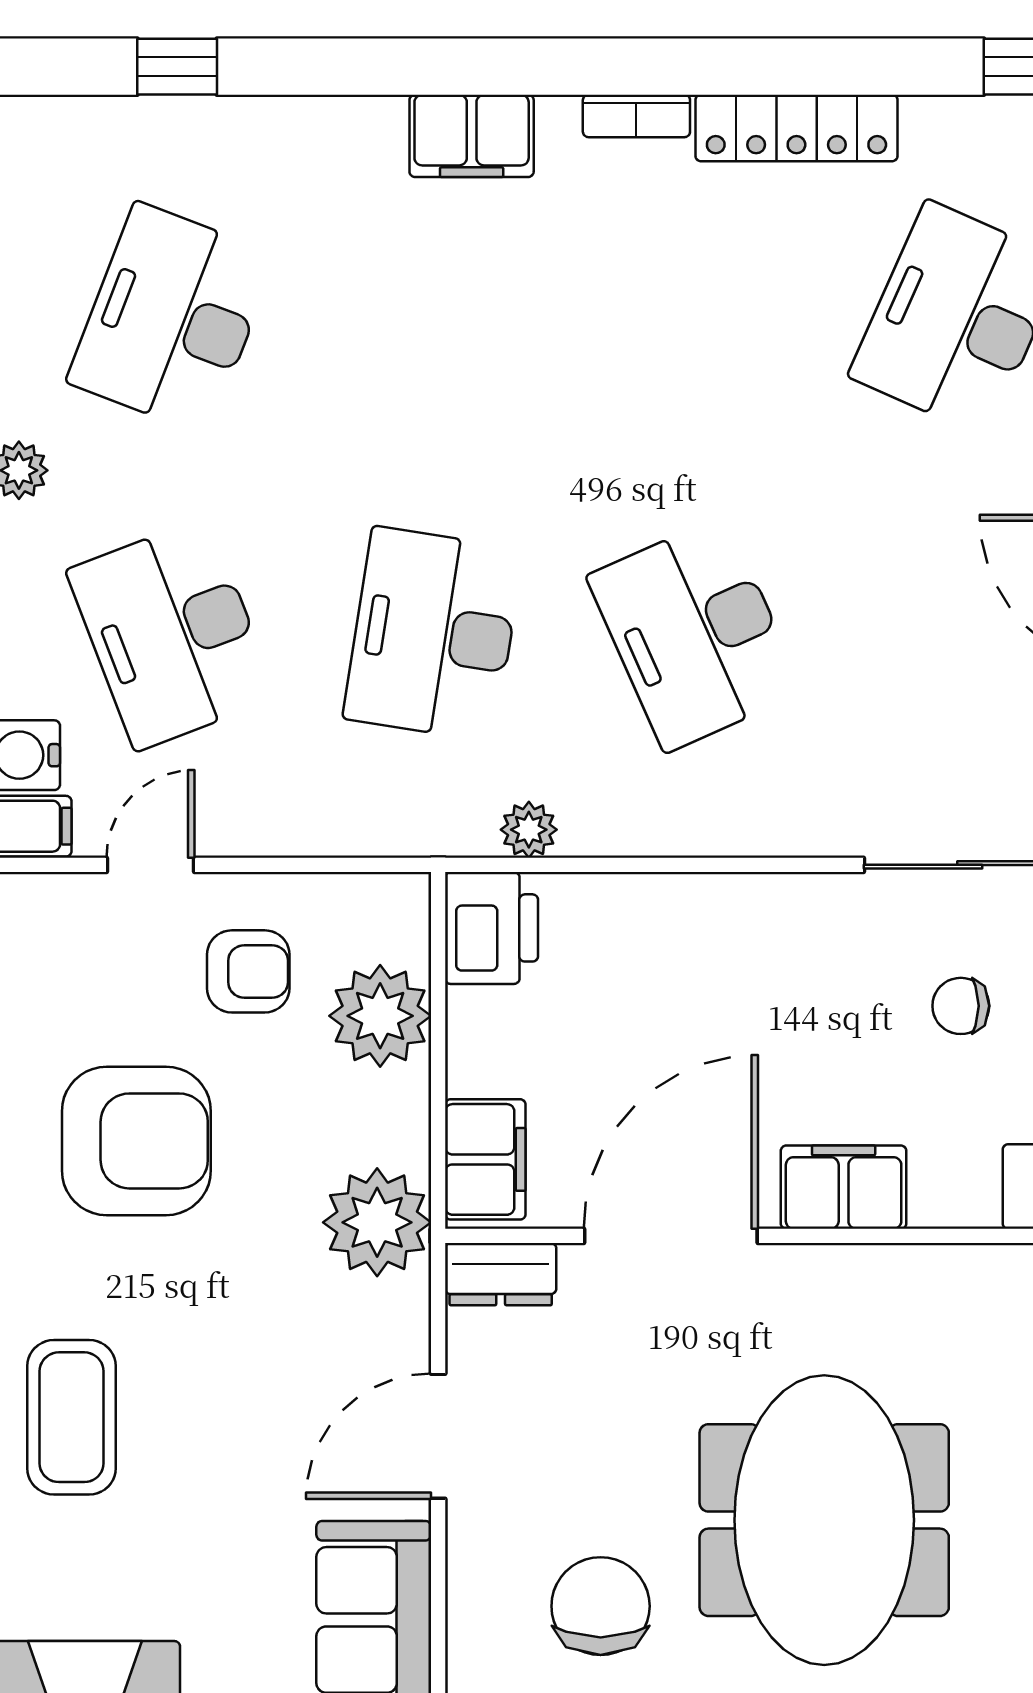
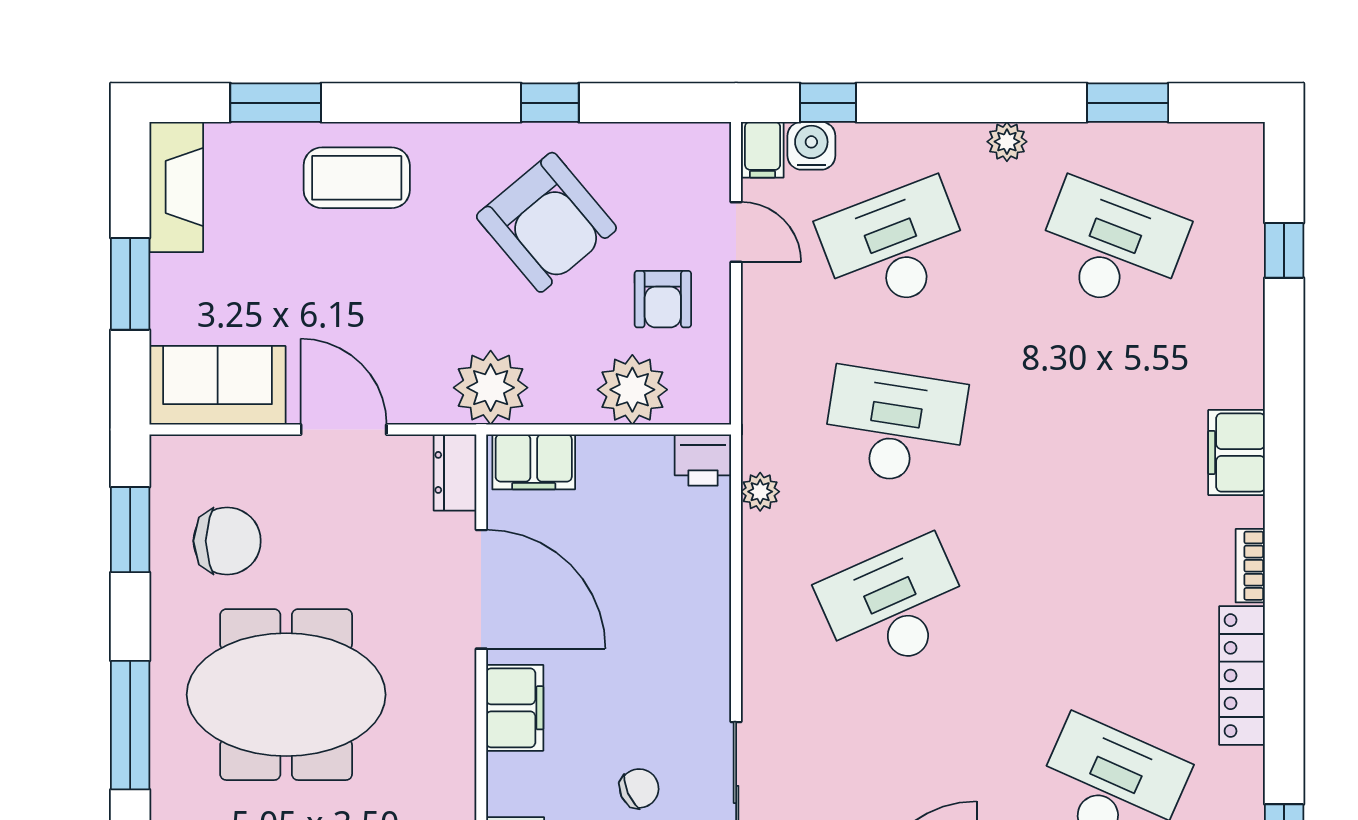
printer: (492, 928) -> (703, 460), width x0.73, depth x0.81
chair: (961, 1006) -> (639, 788), turned 66
armchair: (136, 1141) -> (546, 222), turned -40

